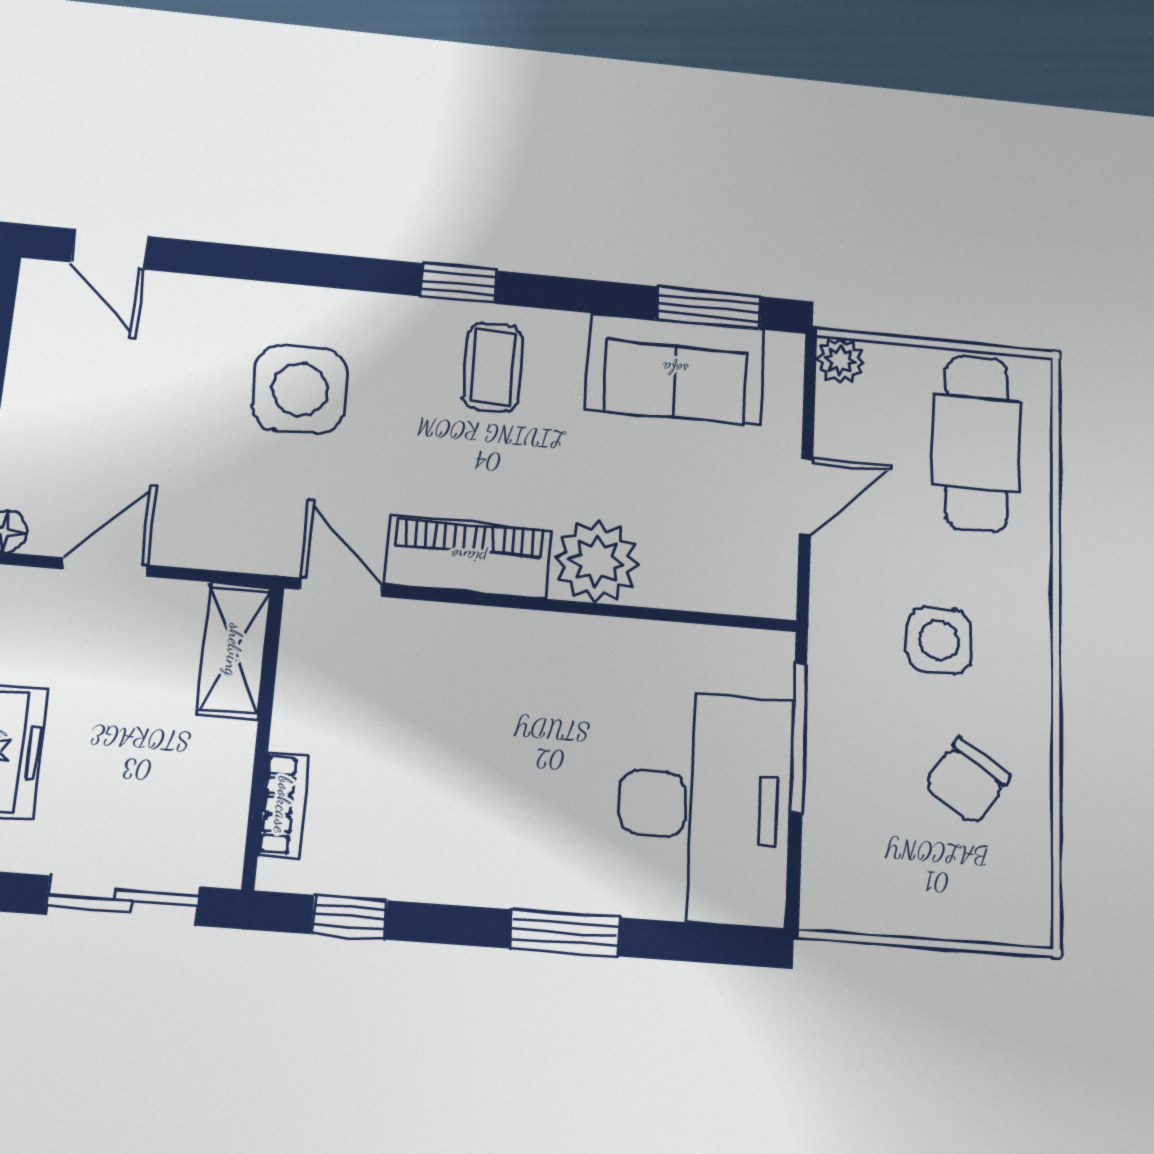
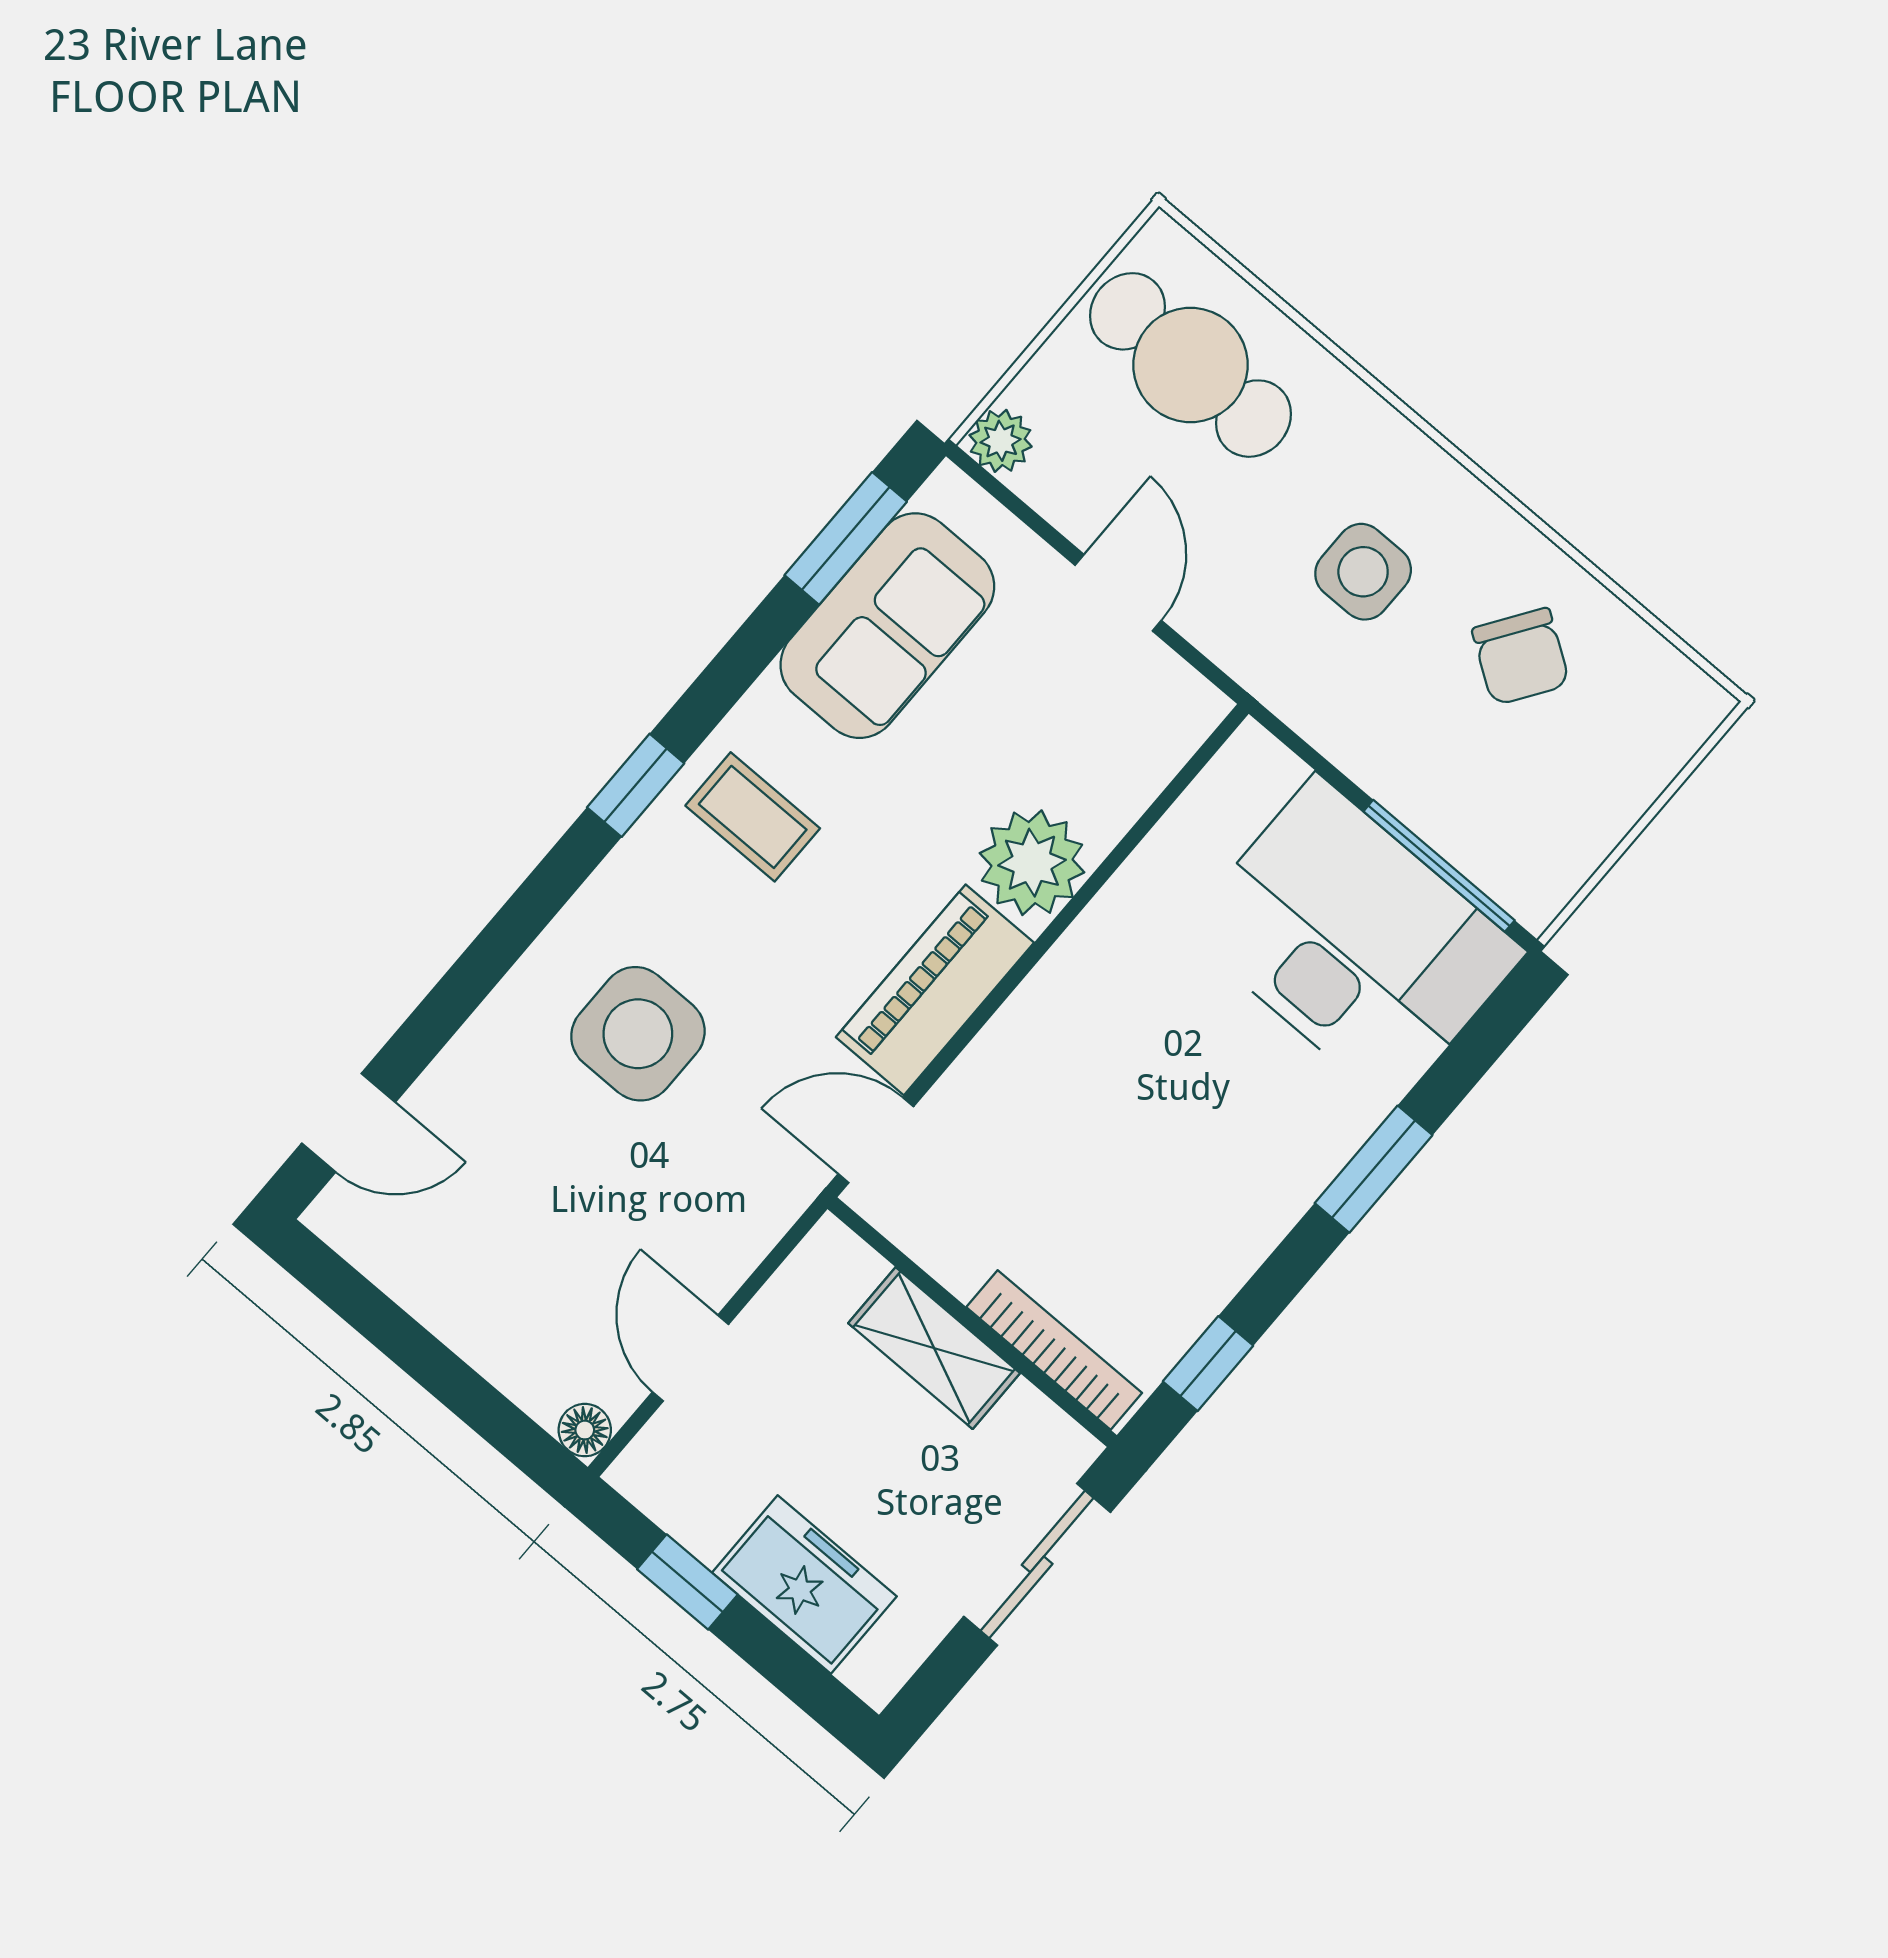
shelving: (234, 650) -> (934, 1348), moved
window: (799, 737) -> (1439, 866), moved
bookcase: (283, 805) -> (1054, 1350), width x1.56

